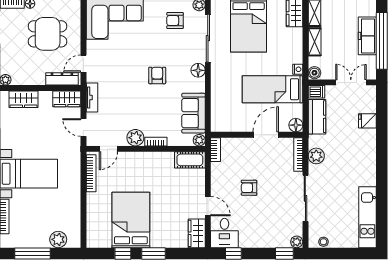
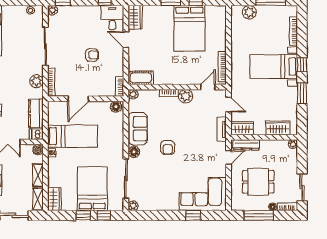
armchair: (175, 20) -> (153, 193), removed
sofa: (194, 113) -> (138, 129), moved
floor lamp: (296, 125) -> (116, 107), moved

